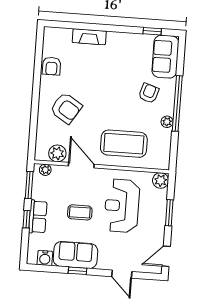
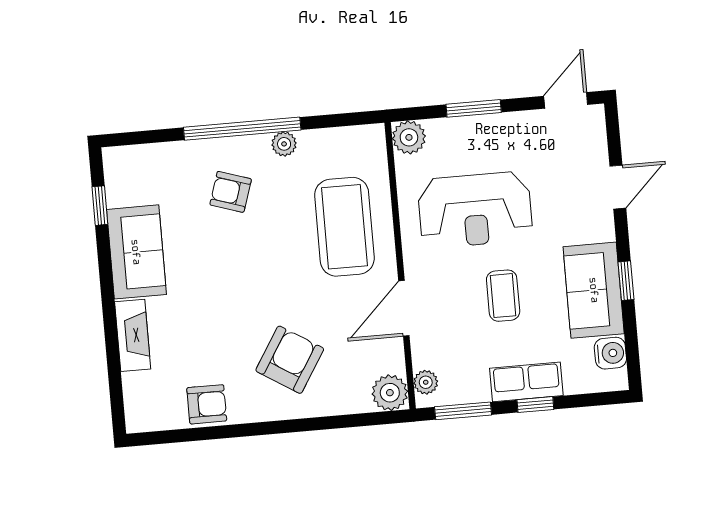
sofa: (165, 57) -> (136, 252), moved, turned -90
plant: (57, 153) -> (390, 393), moved
door: (166, 256) -> (566, 100), swing flipped

